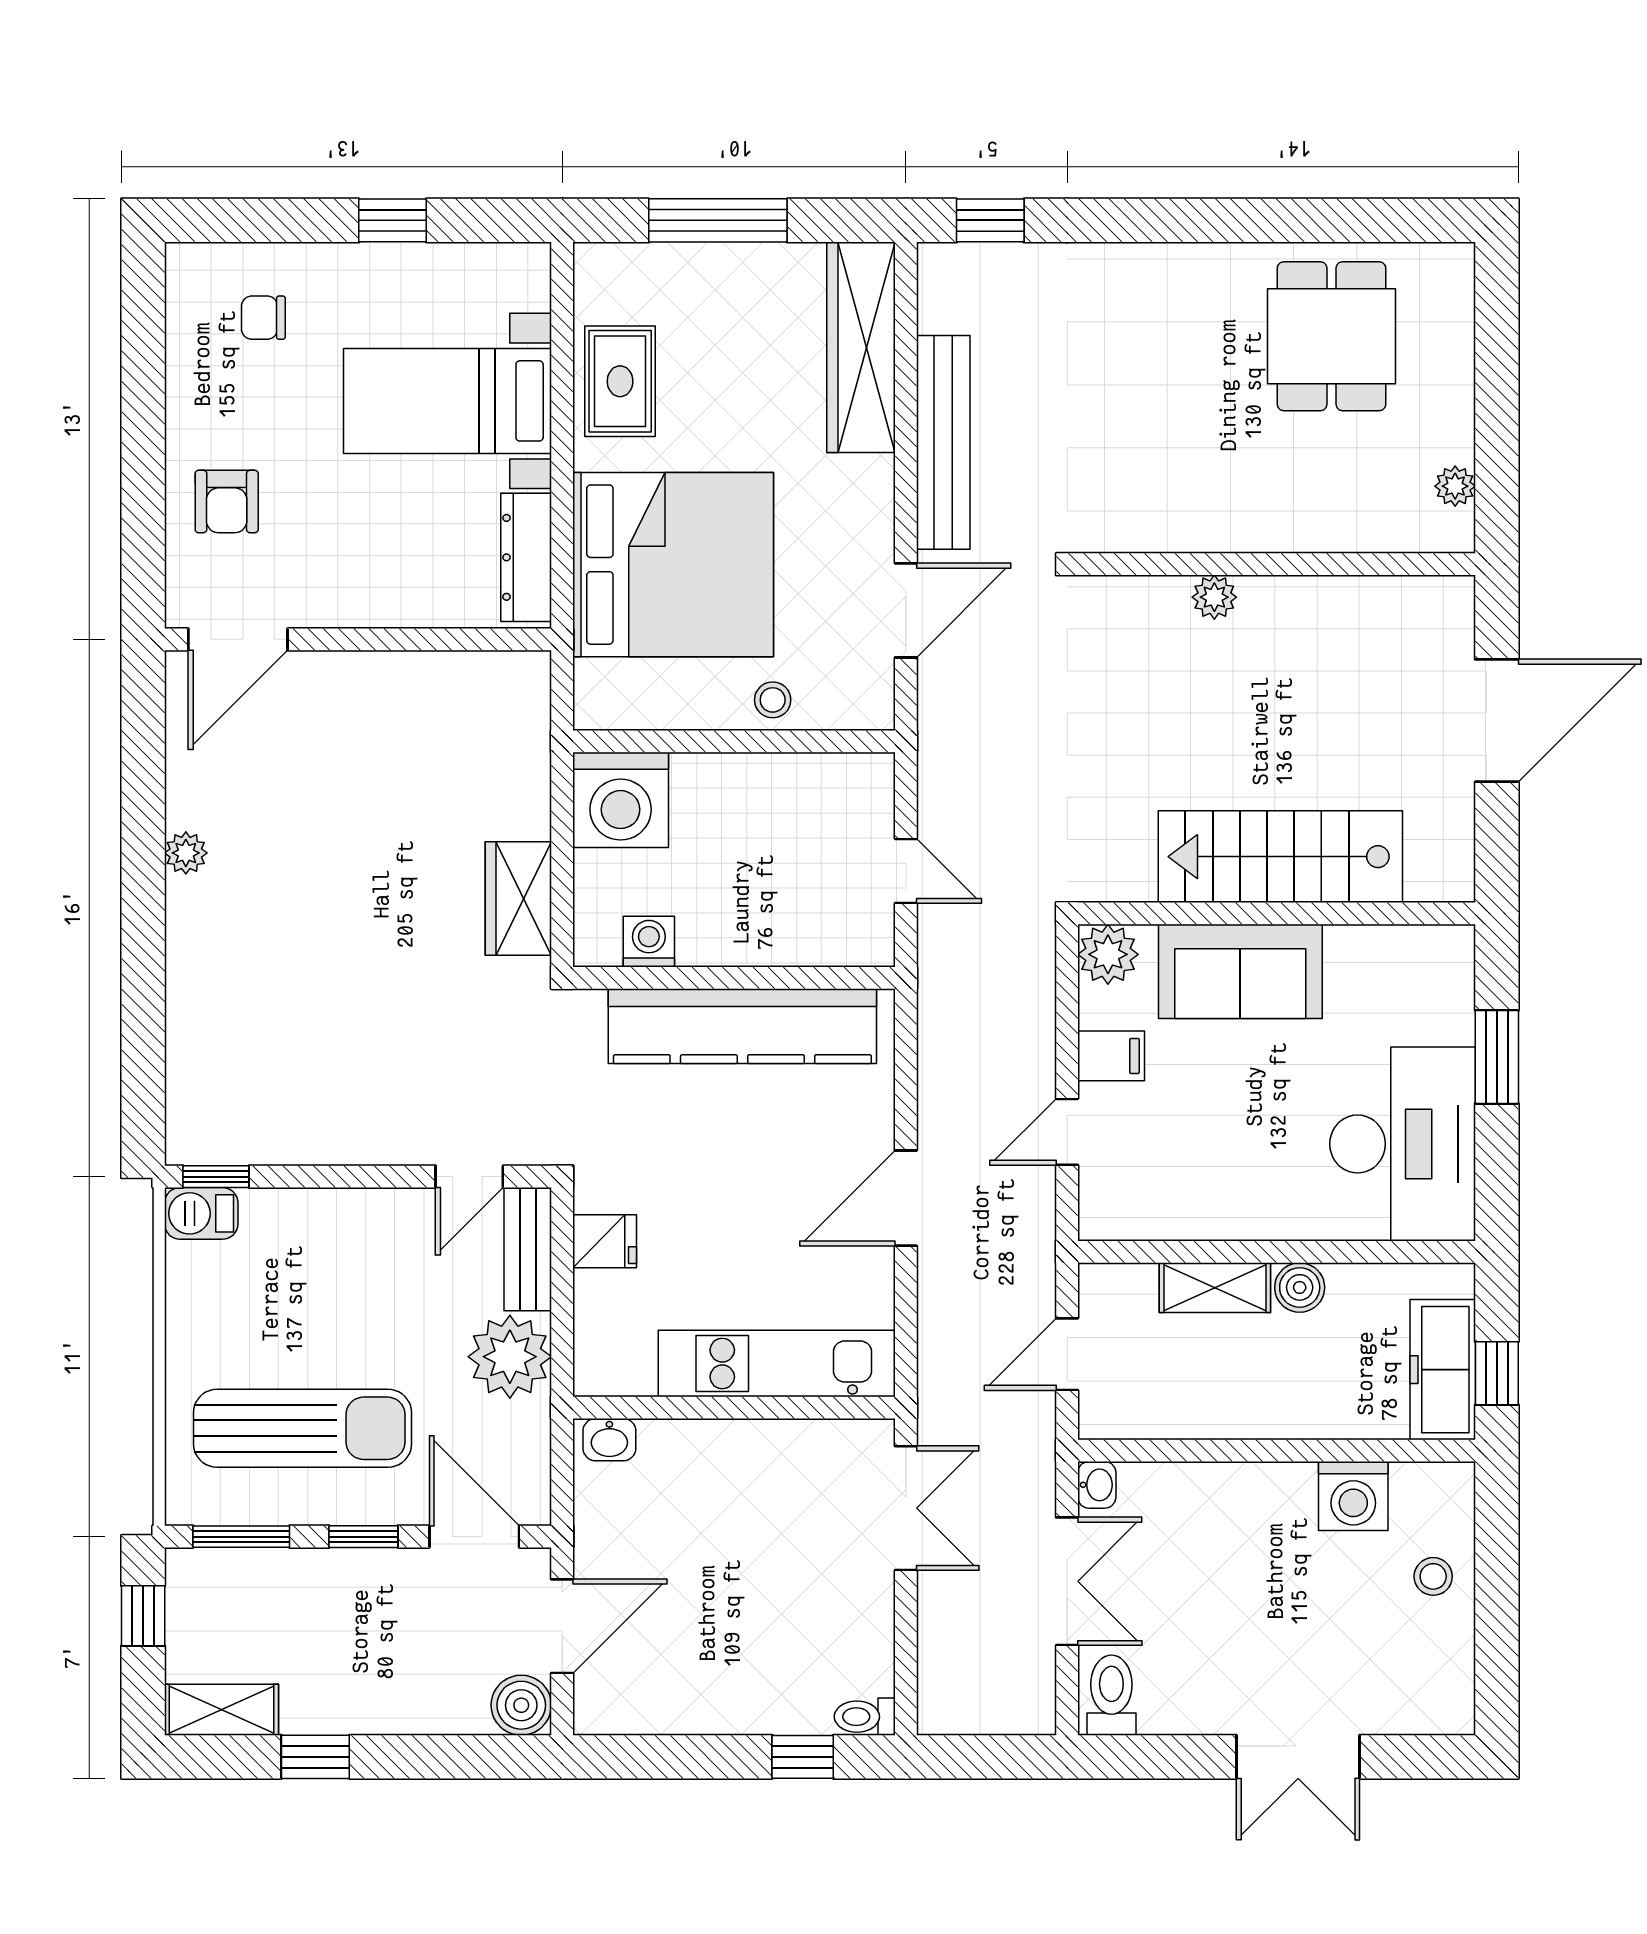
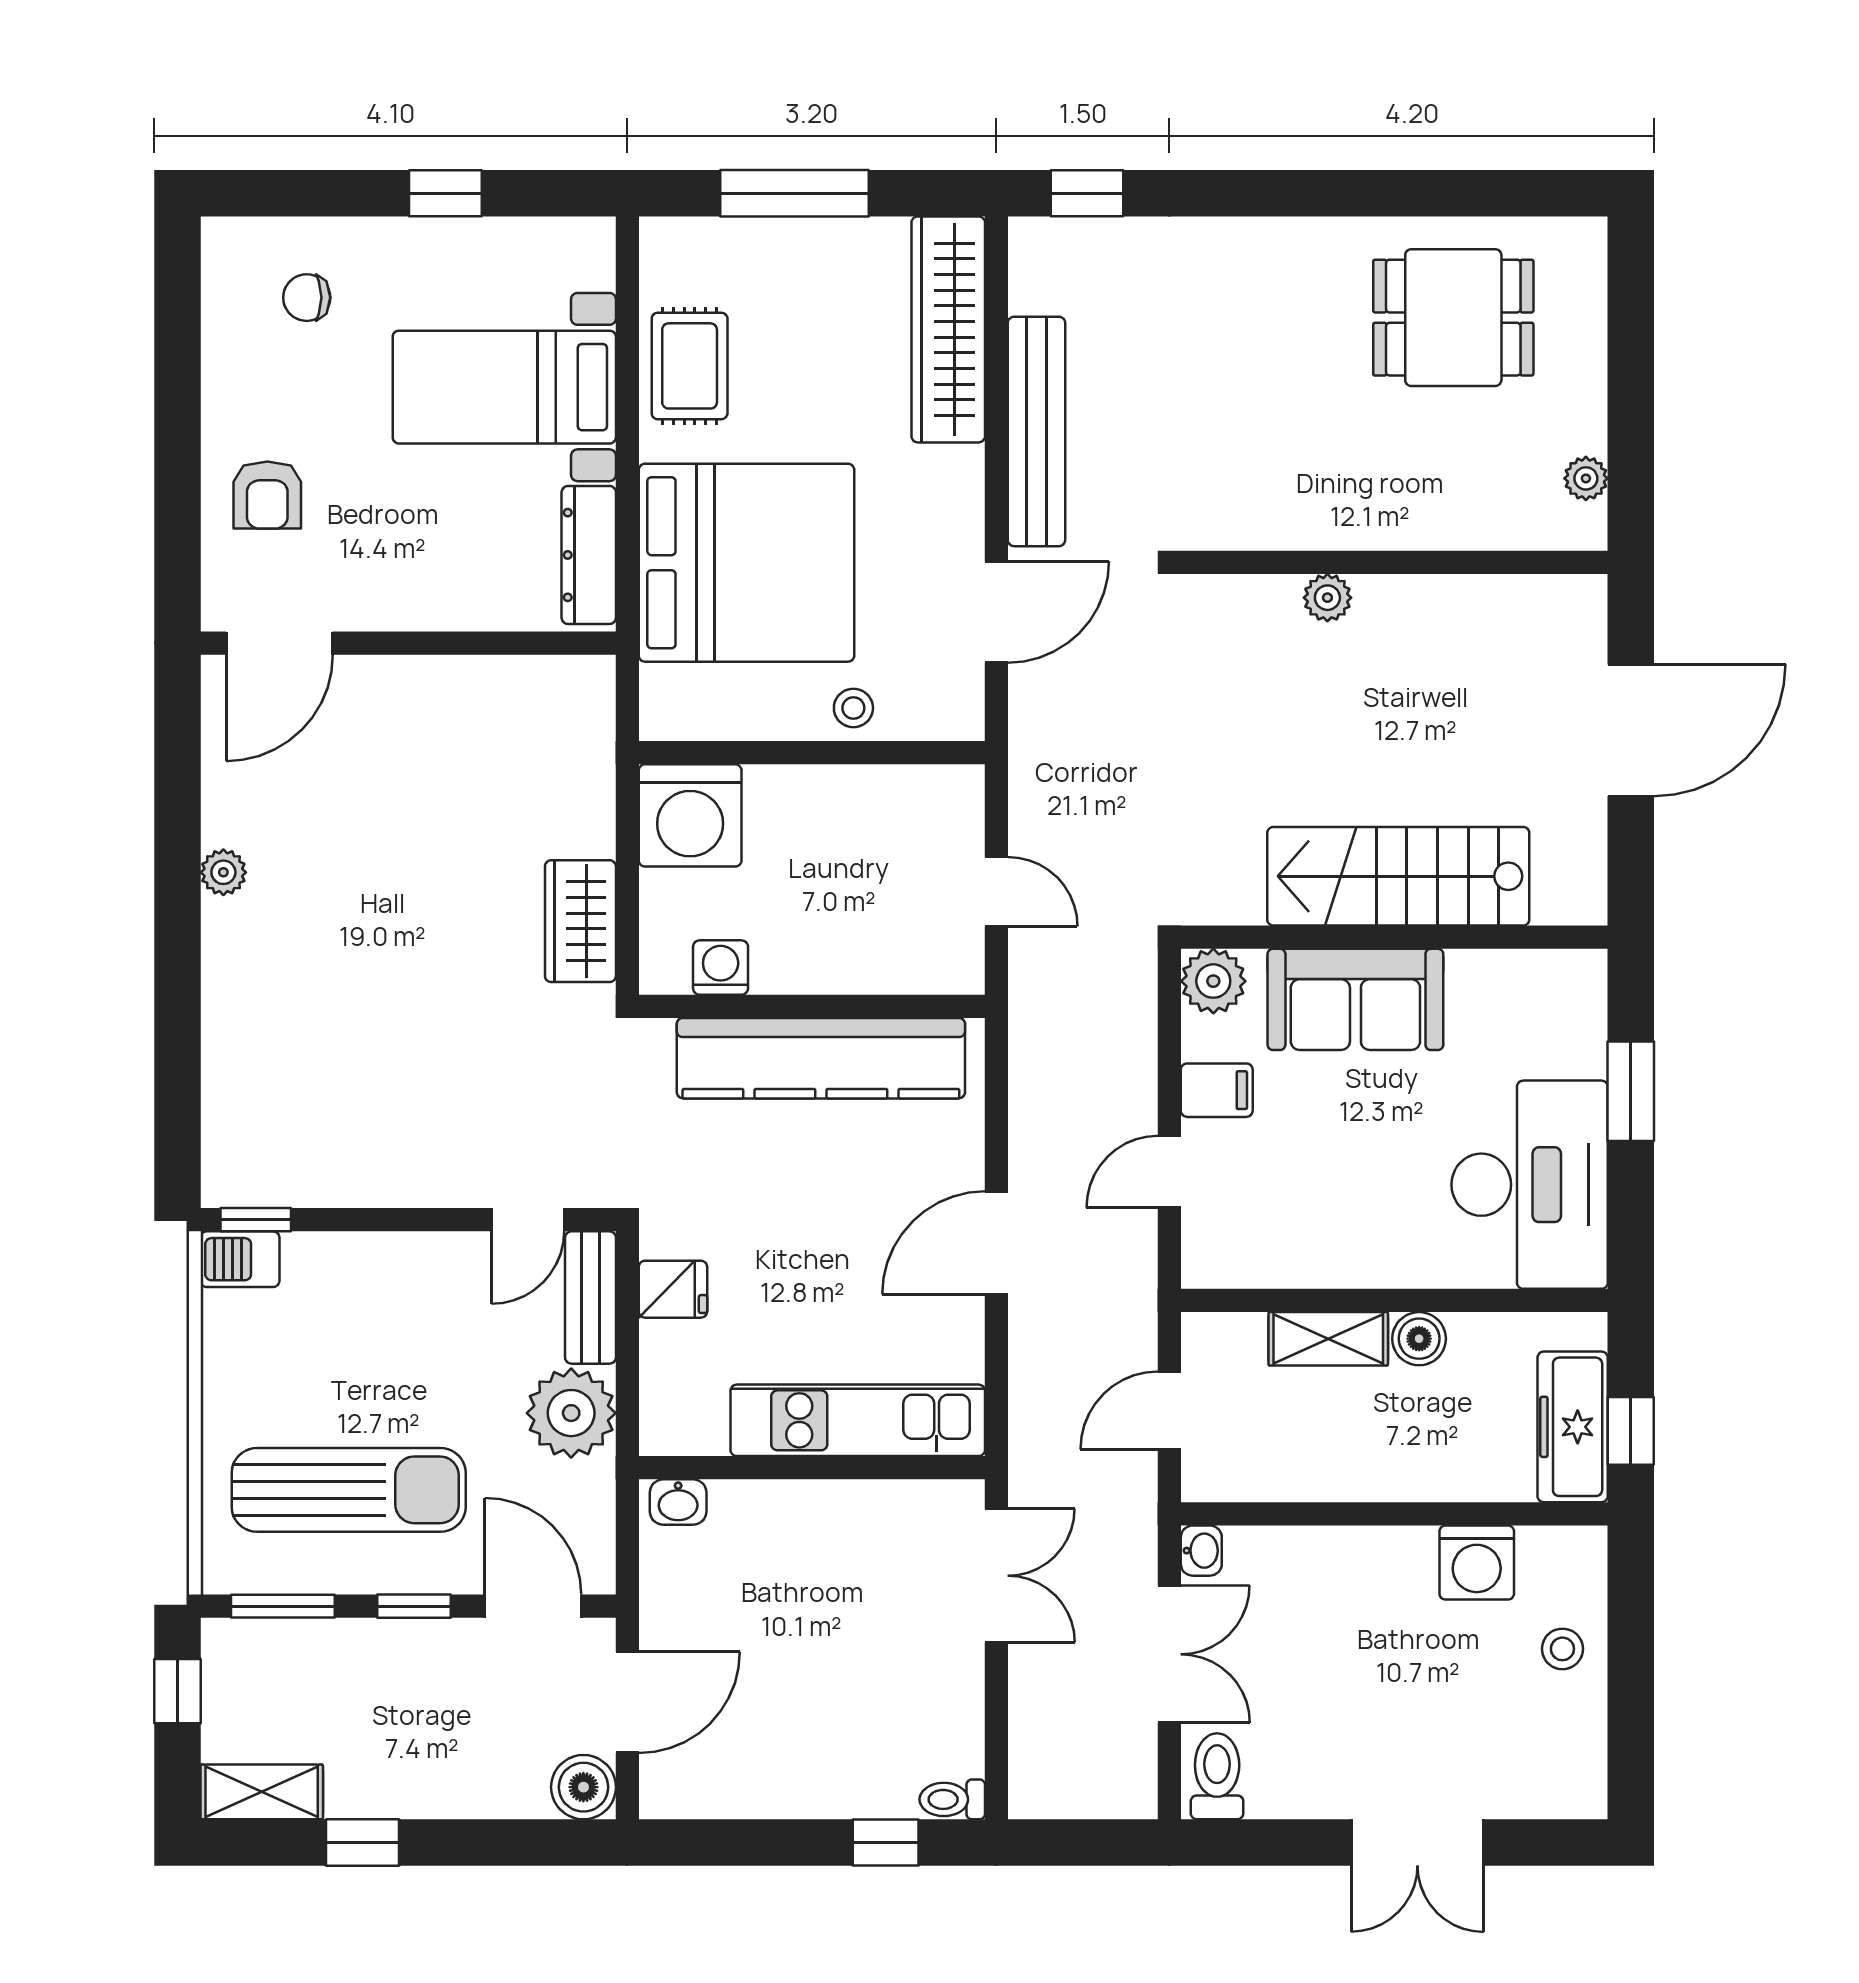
dining table: (1331, 336) -> (1453, 318), turned 90

